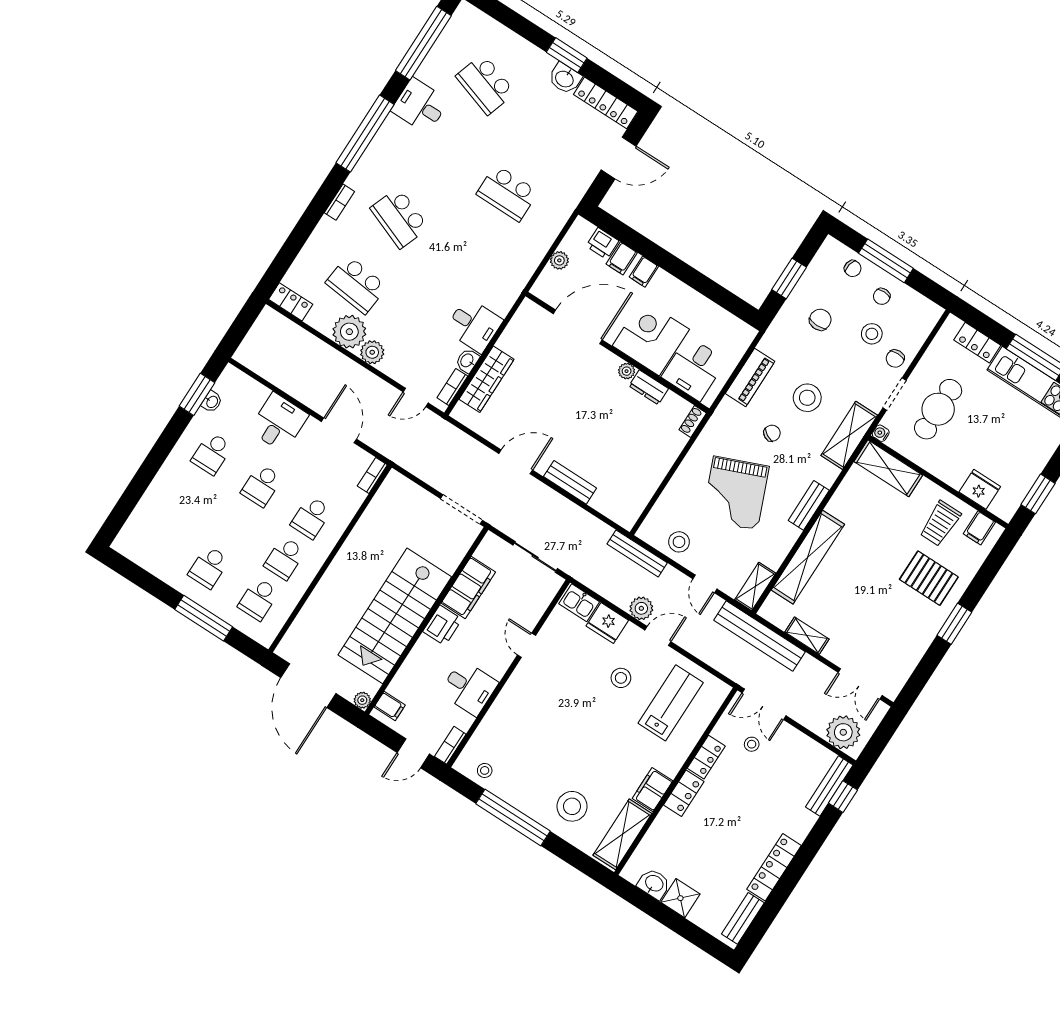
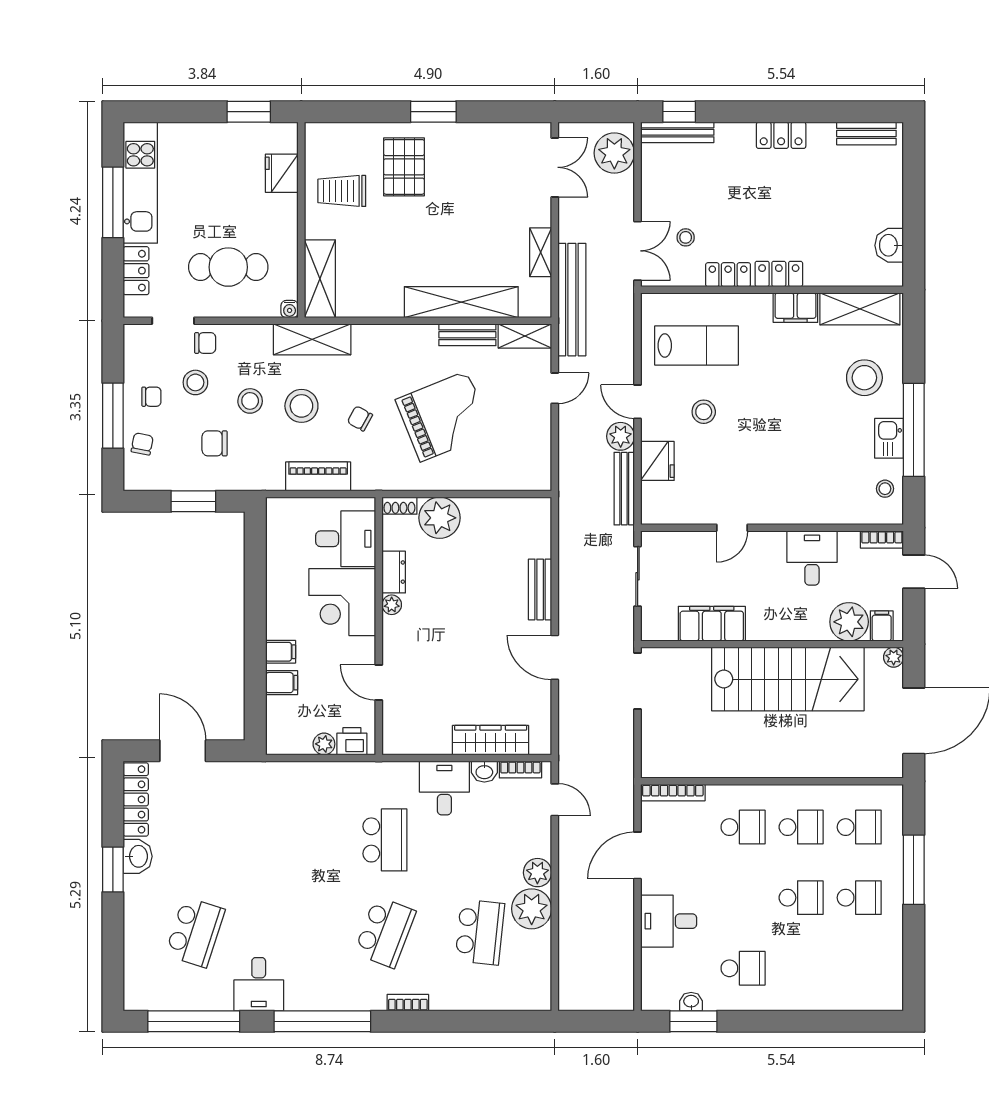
school desk: (507, 193) -> (385, 840), moved
printer: (602, 243) -> (352, 741), moved, turned -90
locker: (291, 302) -> (540, 987), removed
door: (578, 327) -> (379, 682), width x0.53
doorway: (894, 394) -> (173, 321), moved
plant: (666, 444) -> (440, 518), added
bookcase: (372, 475) -> (673, 793), width x1.56
school desk: (261, 485) -> (801, 898), moved
bench: (809, 505) -> (467, 335), moved
trolley: (940, 524) -> (342, 191), turned 180
filing cabinet: (979, 528) -> (321, 149), removed
stool: (679, 542) -> (250, 401), moved
bench: (637, 553) -> (624, 489), moved
kitchen sink: (579, 603) -> (889, 438), moved, turned 180
printer: (442, 625) -> (767, 625), removed
plant: (407, 685) -> (849, 622), added
lab bench: (671, 703) -> (697, 346), turned 180
locker: (774, 867) -> (781, 135), width x0.66
shower: (680, 898) -> (886, 209), removed

